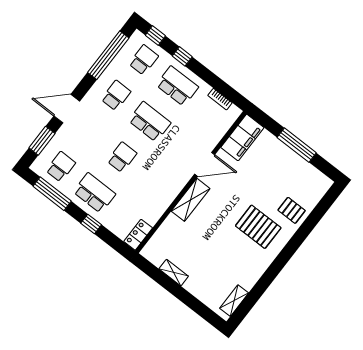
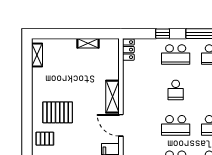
door: (205, 164) -> (121, 125), hinge flipped

